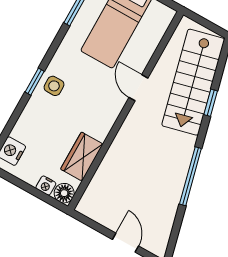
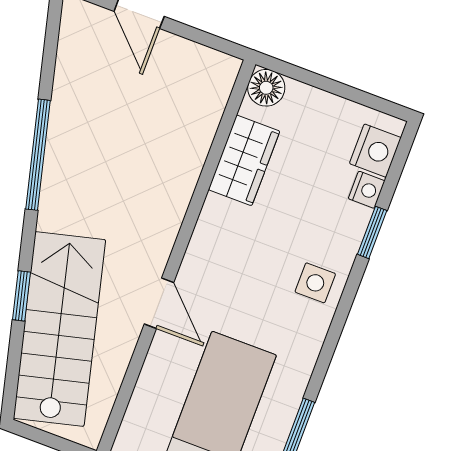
window: (35, 82) -> (372, 232), moved
nightstand: (46, 186) -> (367, 190), moved, turned 90

